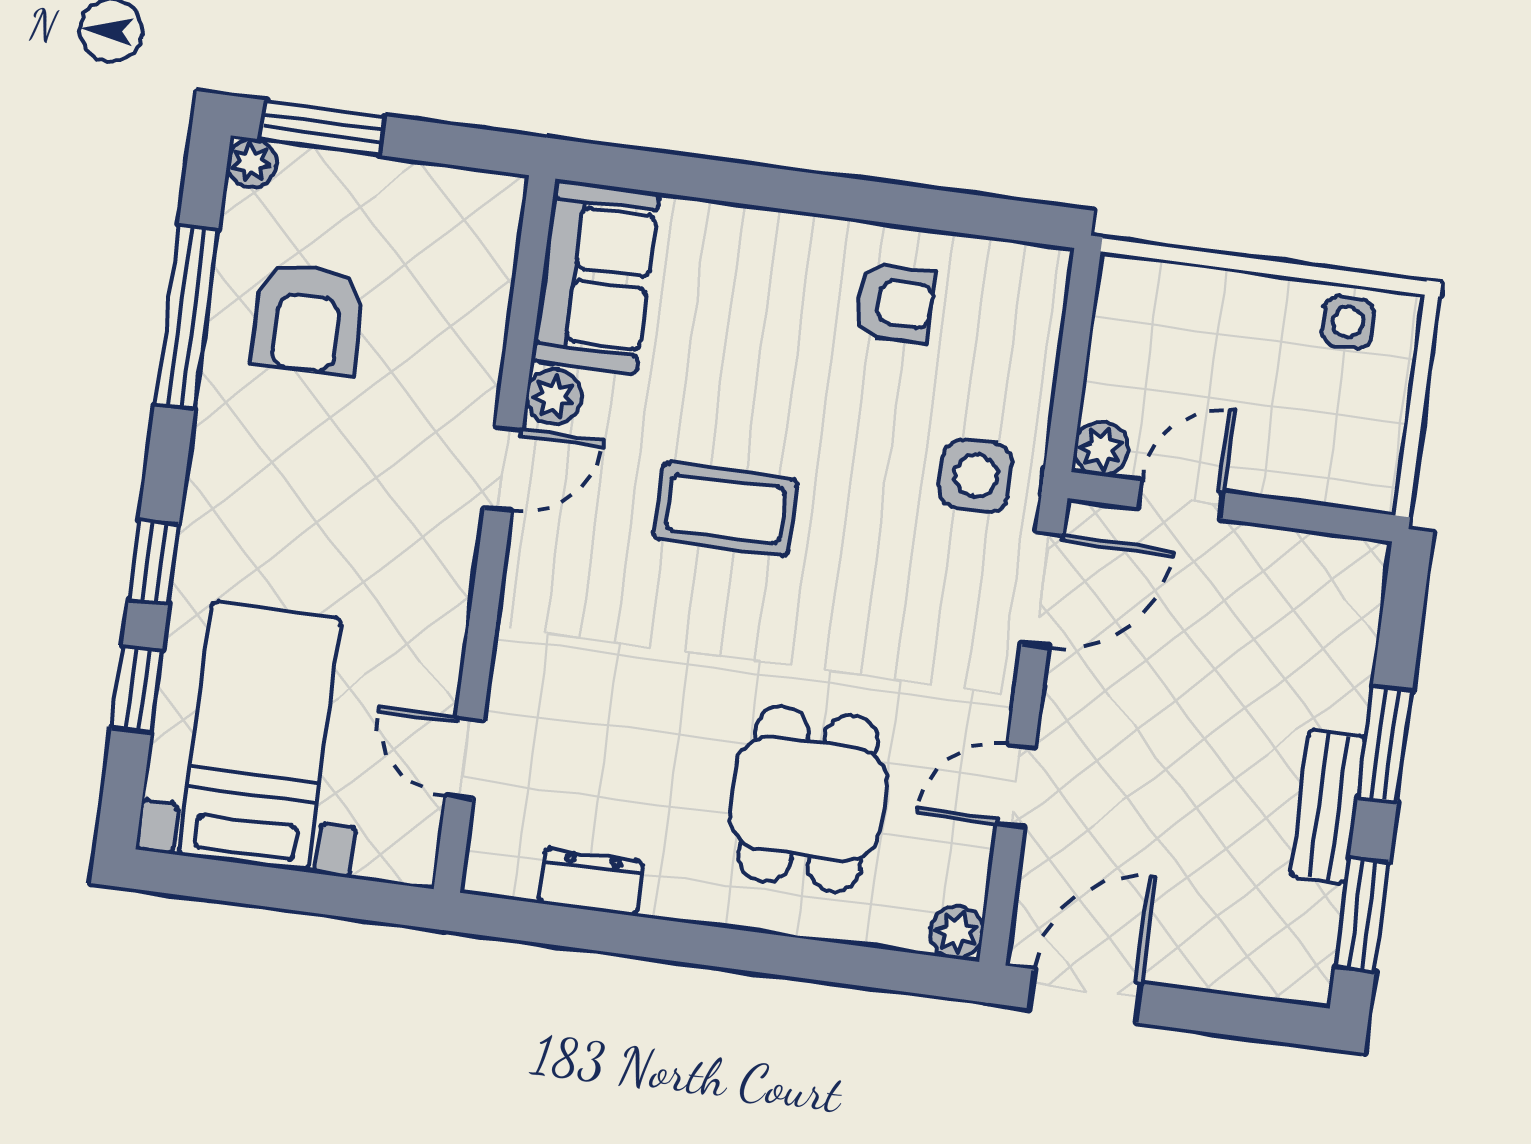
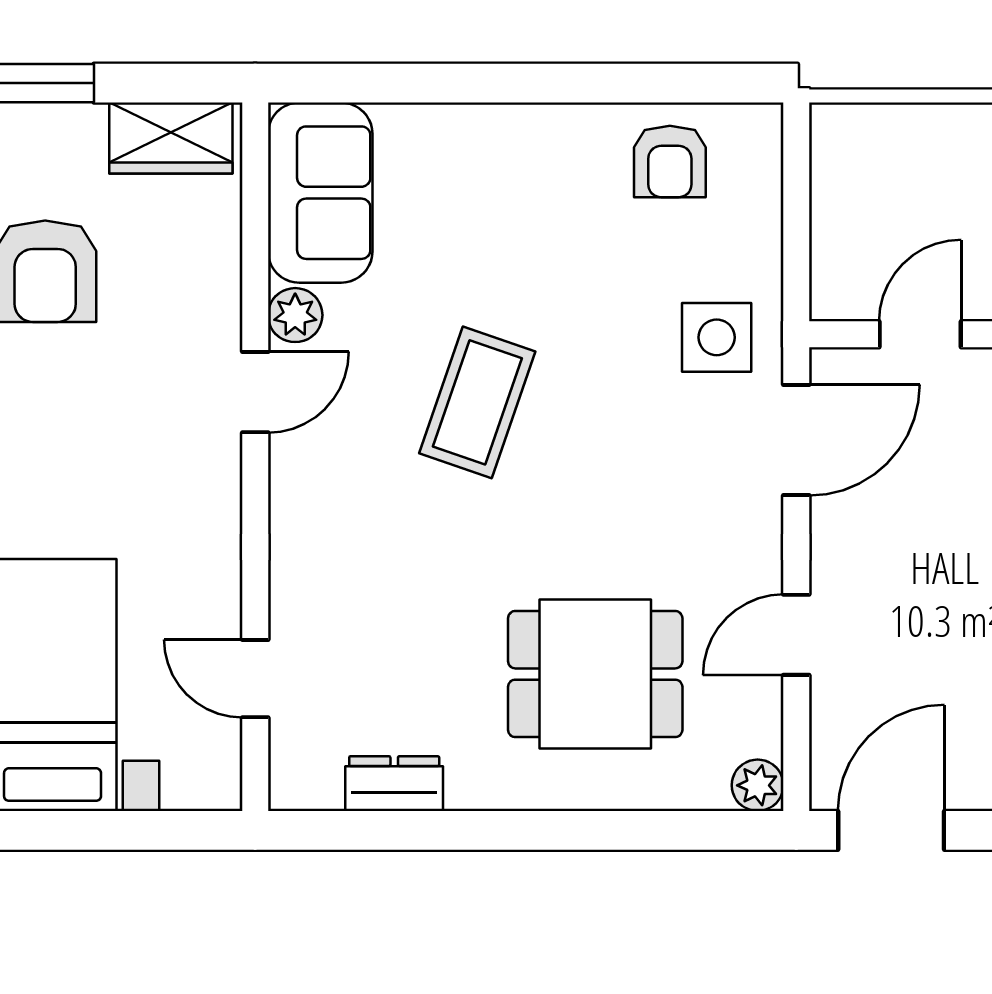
wardrobe: (452, 201) -> (171, 138), added
armchair: (895, 303) -> (670, 162), moved, turned 90
plant: (1102, 449) -> (836, 295), removed
coffee table: (726, 509) -> (477, 402), turned -71
dining table: (808, 799) -> (595, 674), turned 90

